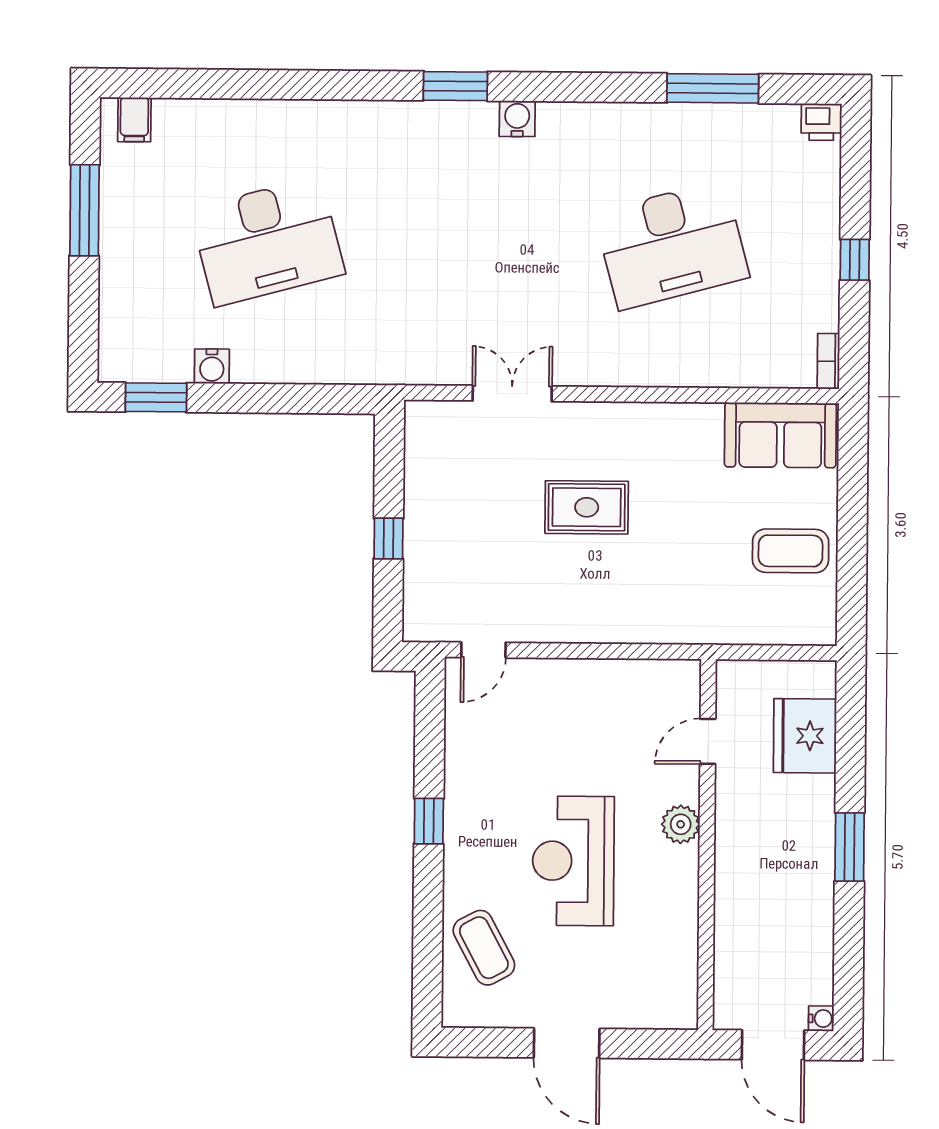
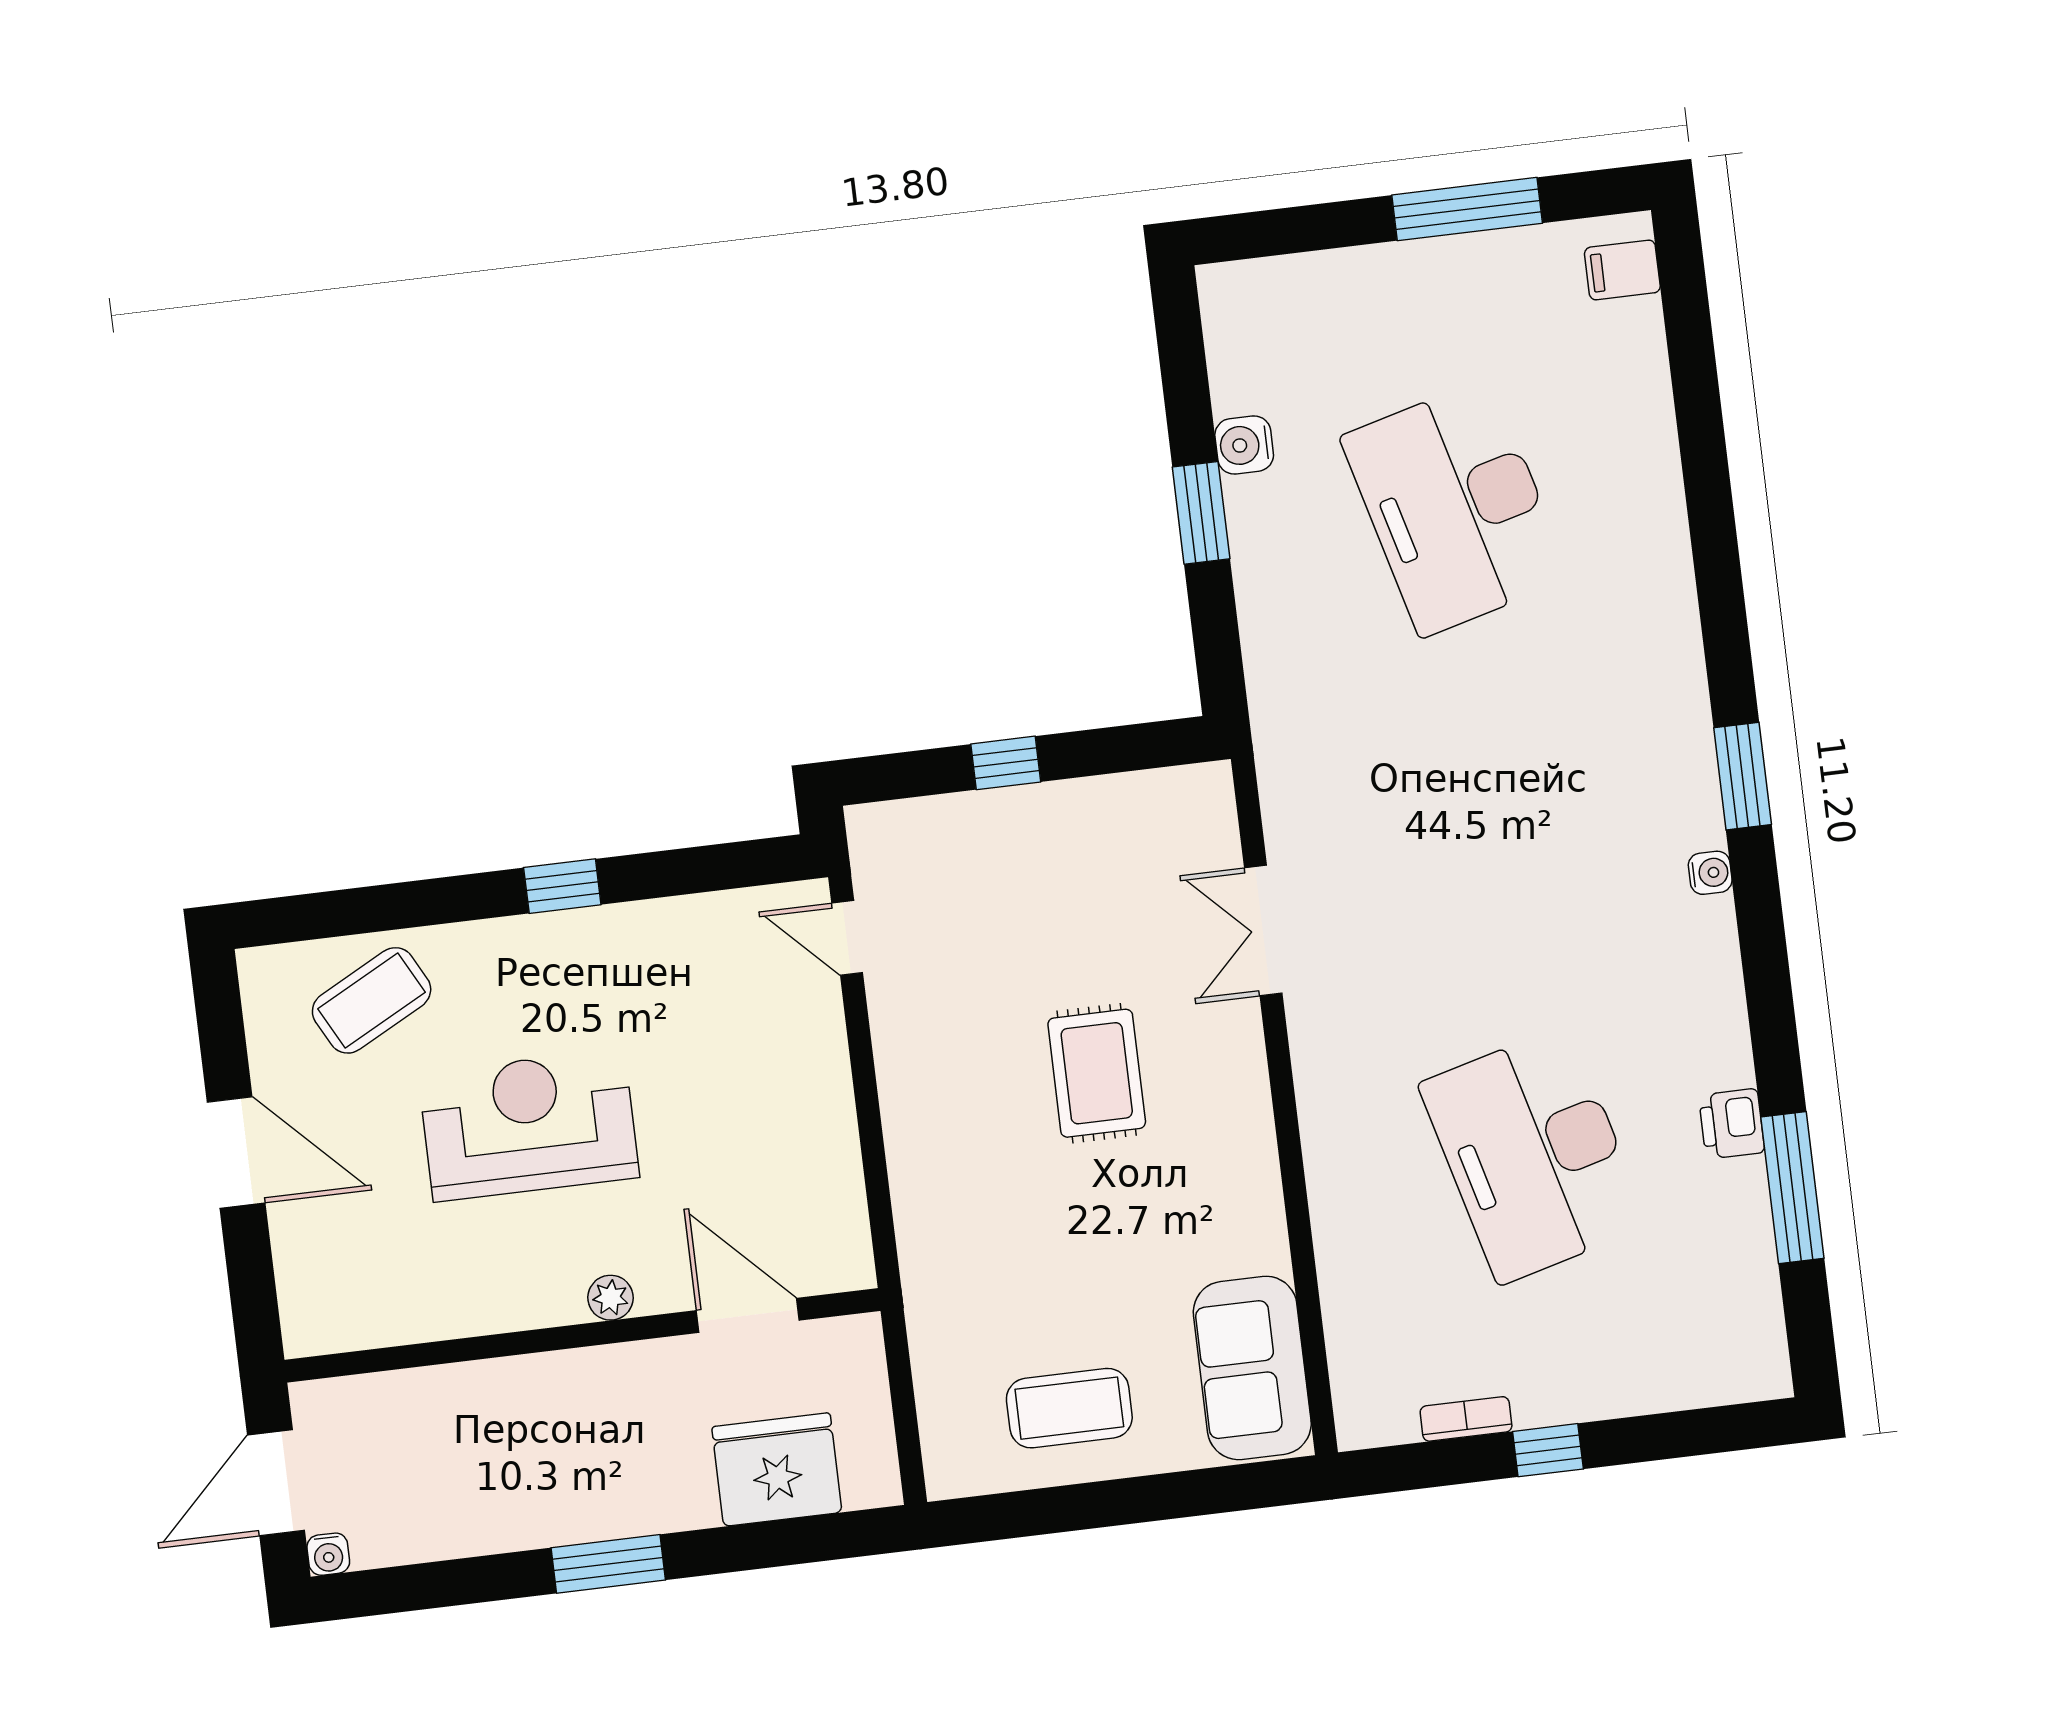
water cooler: (517, 119) -> (1710, 873), width x0.72, depth x0.72
printer: (821, 122) -> (1732, 1124), moved
bookcase: (828, 361) -> (1466, 1419), moved
double door: (512, 393) -> (1263, 931), swing flipped
window: (156, 397) -> (1201, 513), moved
coffee table: (791, 551) -> (1069, 1408), turned 90
door: (708, 741) -> (748, 1315), width x1.38
plant: (681, 824) -> (611, 1298), width x0.73, depth x0.73
door: (567, 1043) -> (236, 1153), swing flipped

